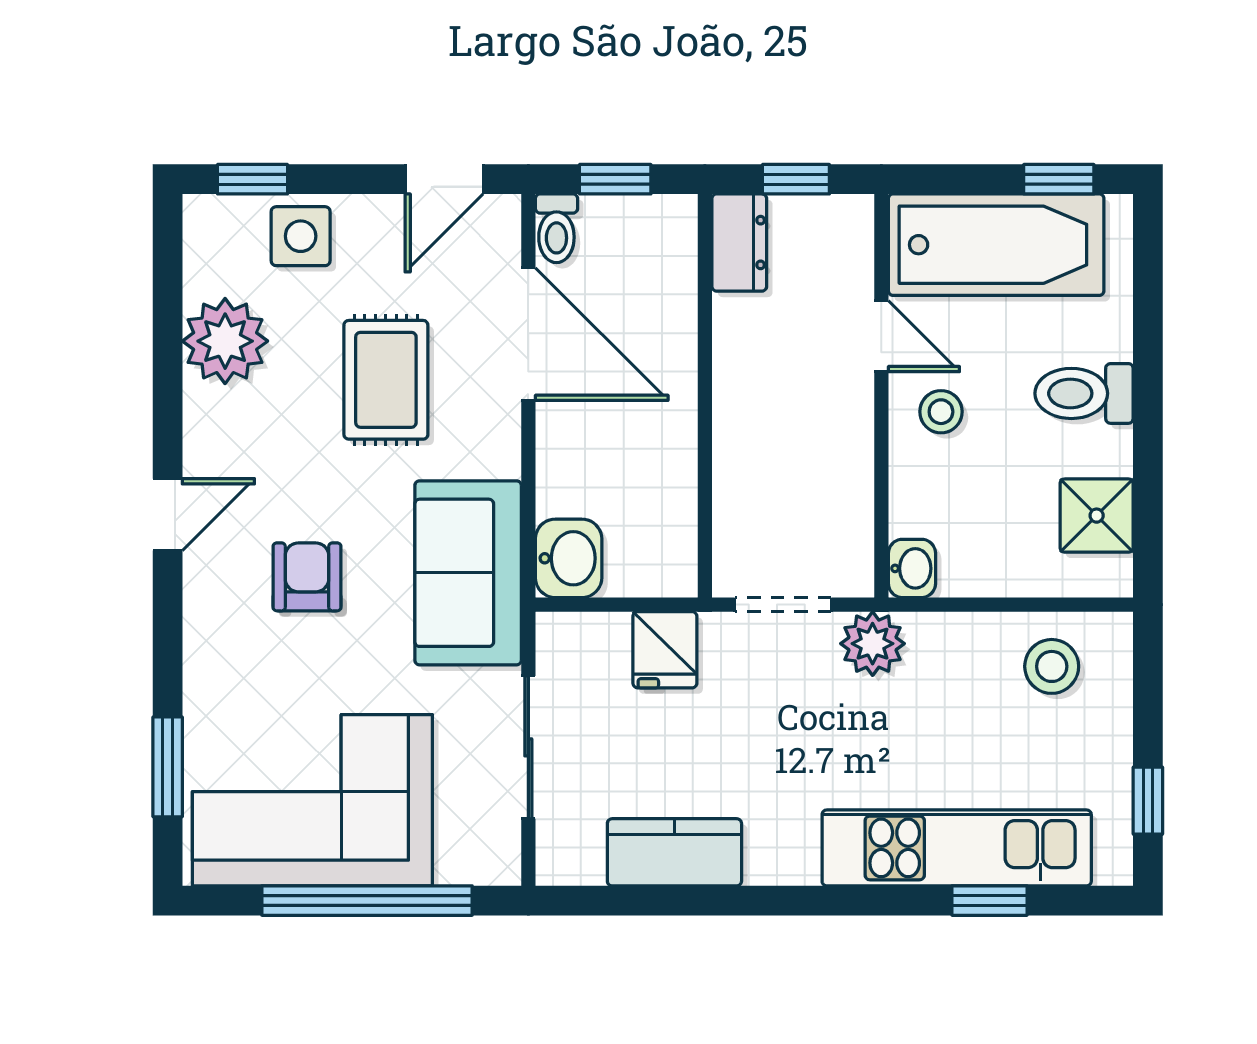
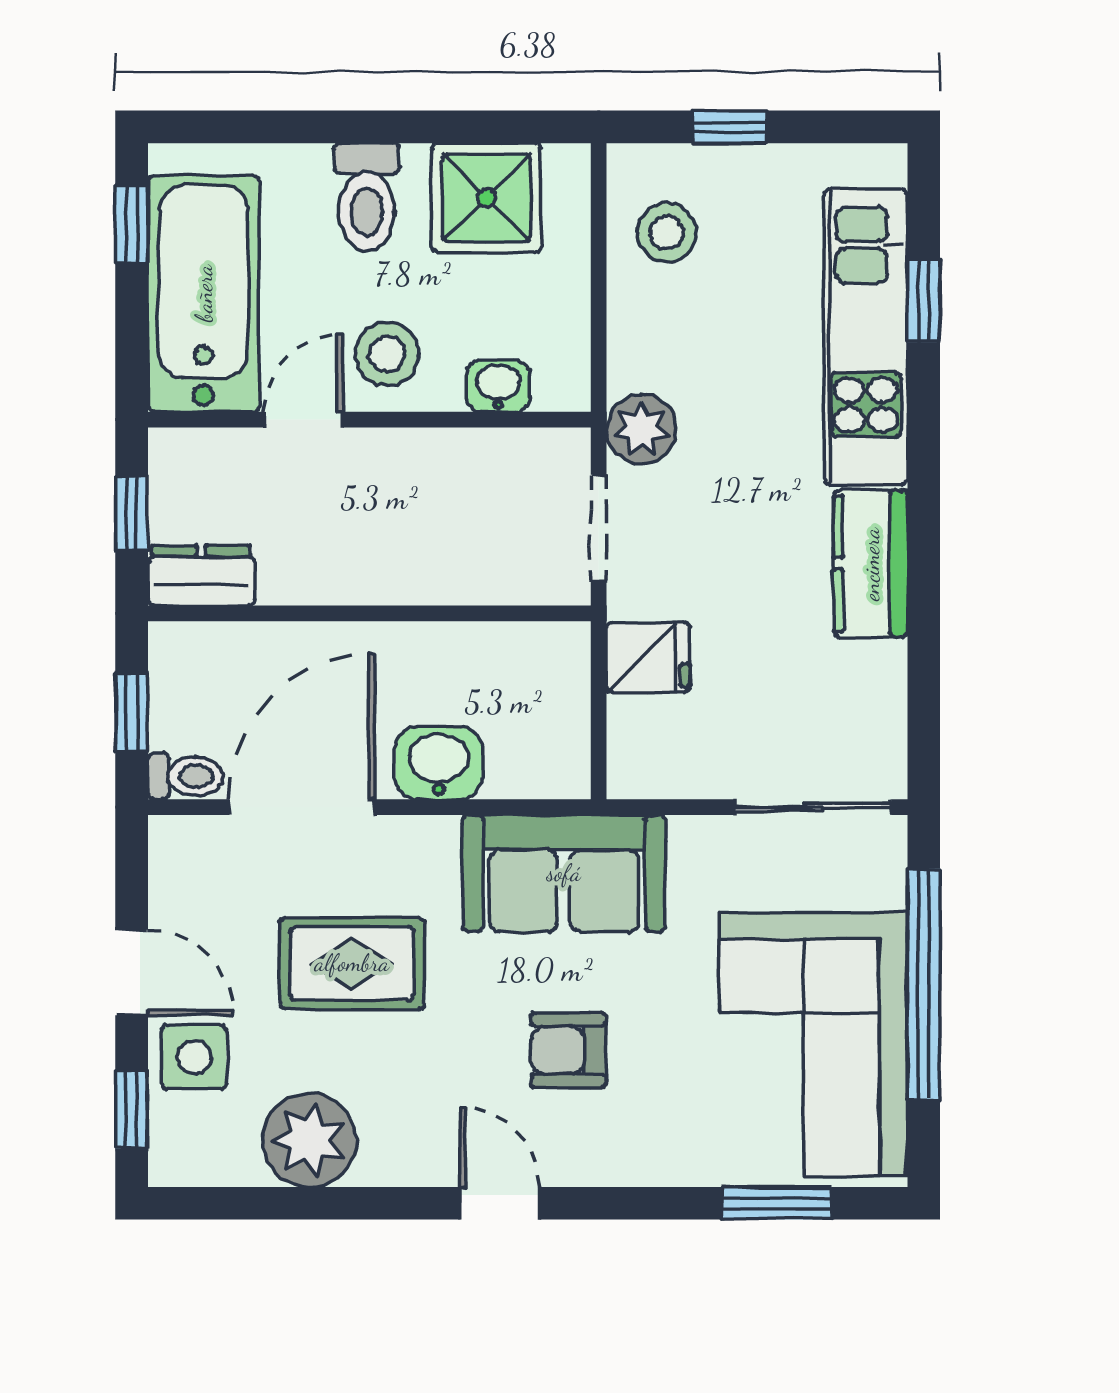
door: (444, 179) -> (132, 972), moved
stool: (941, 412) -> (387, 354), width x1.37, depth x1.37
shower: (1097, 516) -> (486, 198), width x1.36, depth x1.36
washbasin: (569, 558) -> (439, 763), moved
washbasin: (912, 568) -> (498, 386), moved
sliding door: (528, 747) -> (813, 807), moved
window: (1148, 801) -> (730, 127), moved
kitchen counter: (674, 852) -> (871, 564), moved

